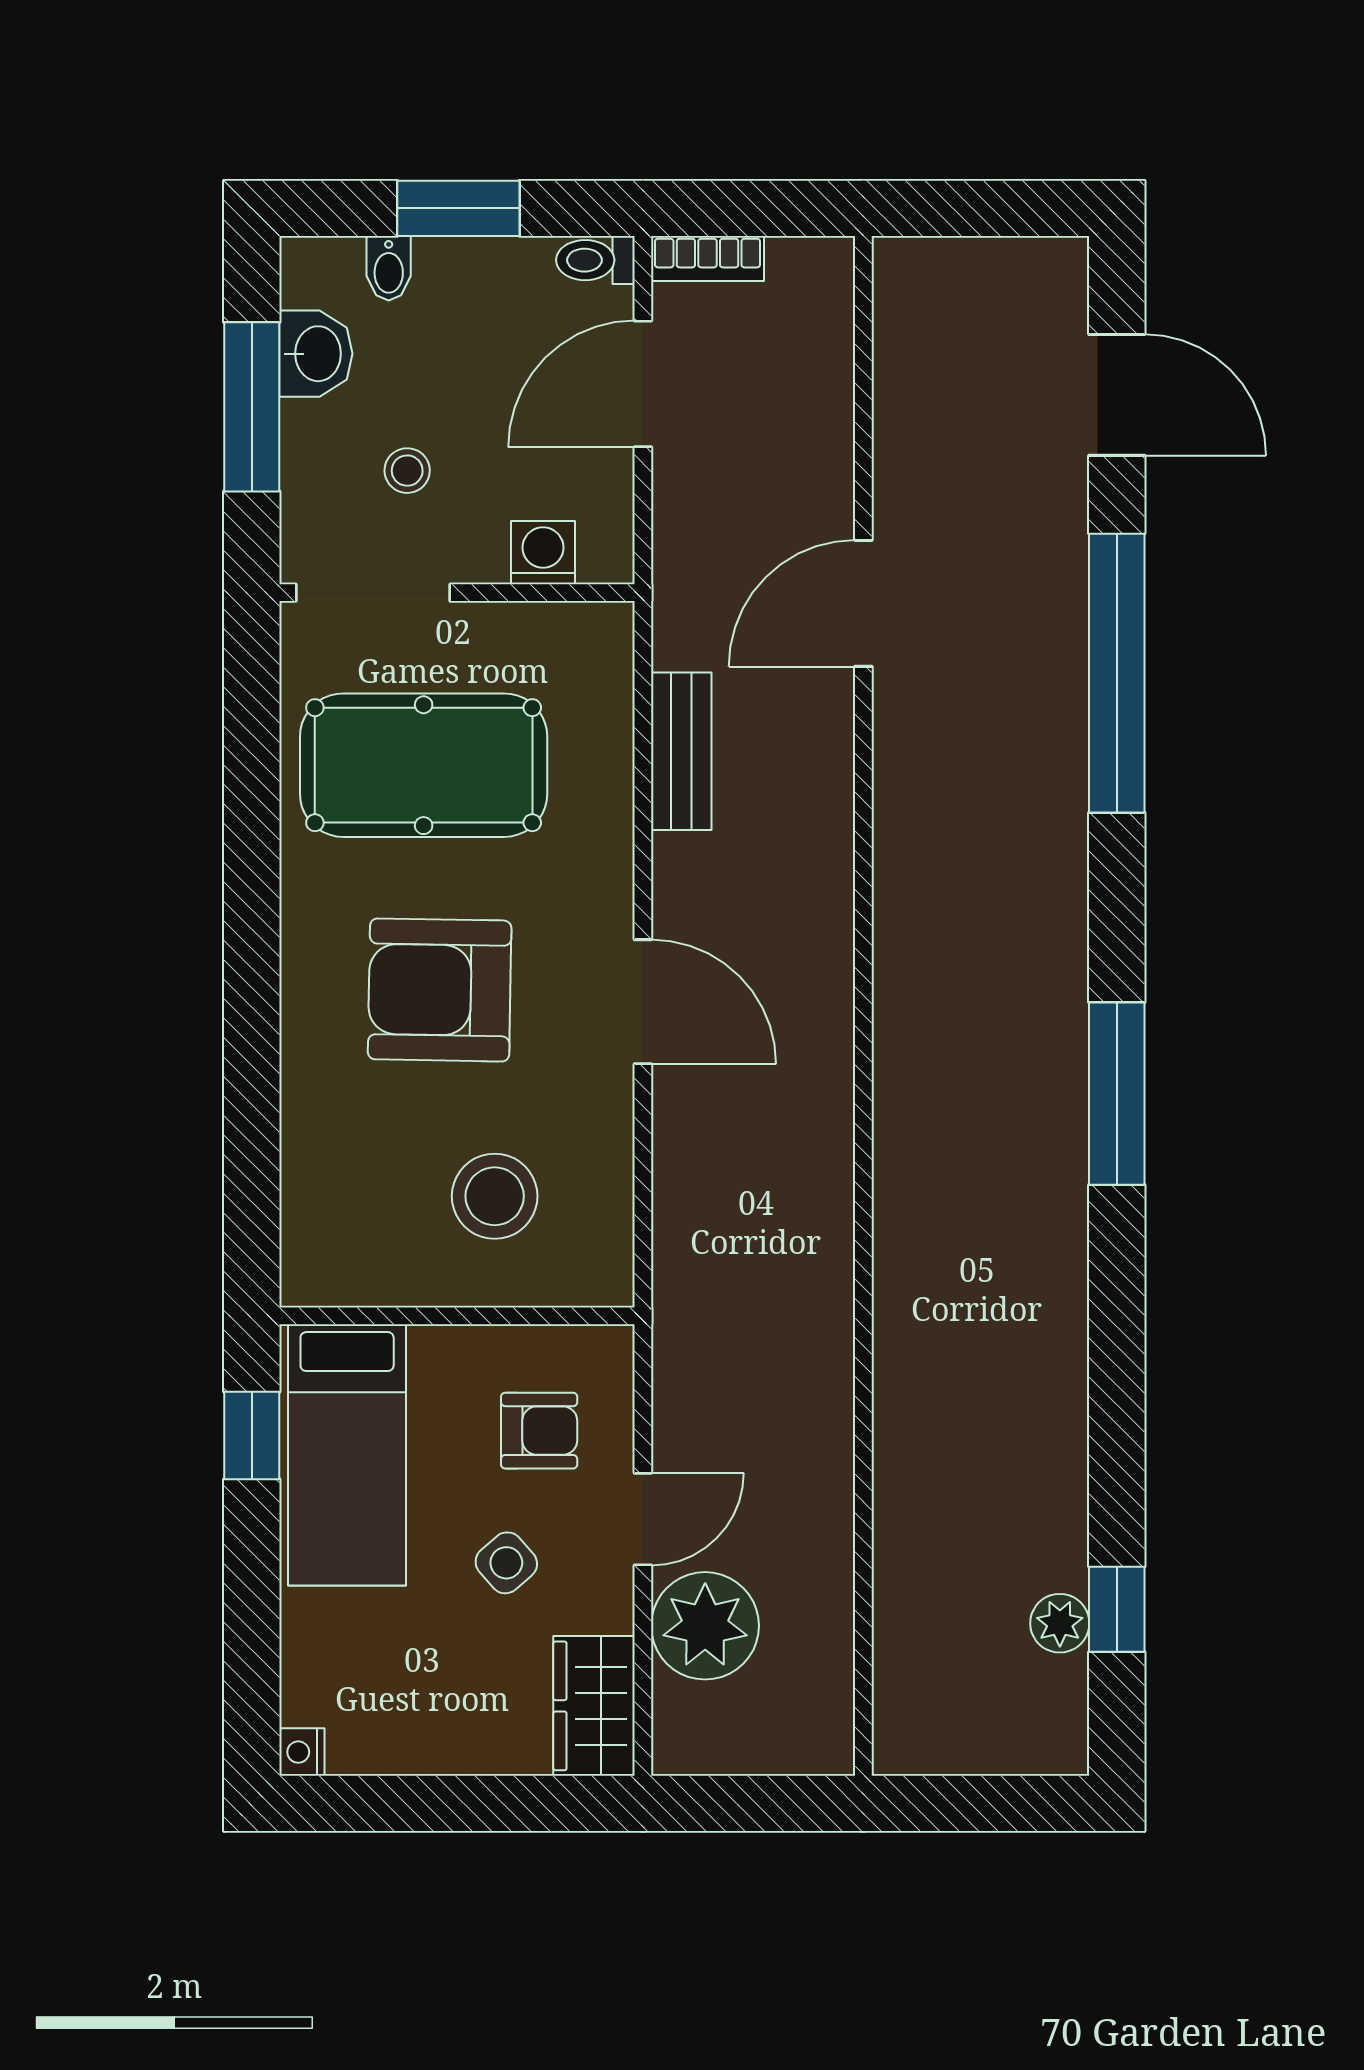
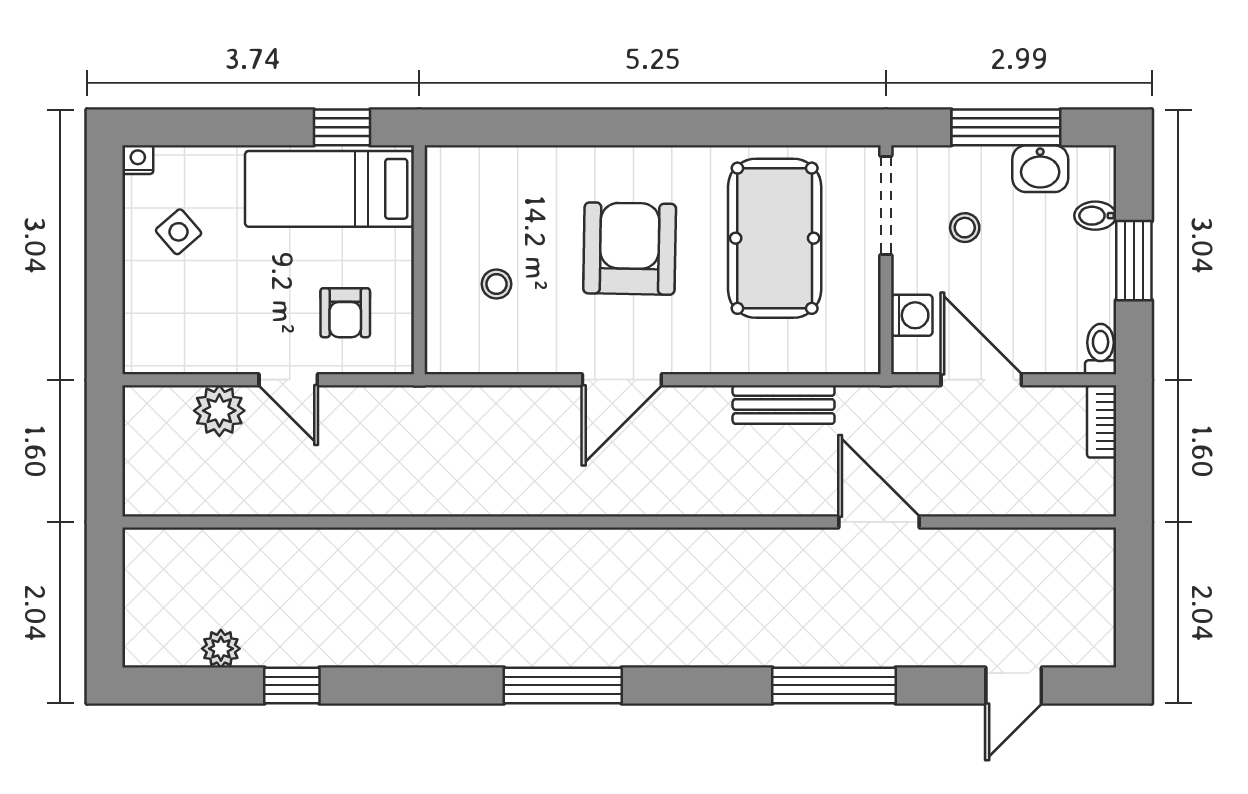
door: (643, 384) -> (981, 380), moved
door: (1117, 395) -> (1014, 685), width x0.73
window: (1117, 673) -> (834, 685), width x0.68
stool: (495, 1196) -> (496, 284), width x0.53, depth x0.53
side table: (506, 1563) -> (179, 232), moved
window: (1117, 1609) -> (292, 685), moved
plant: (705, 1626) -> (219, 411), width x0.73, depth x0.73
wardrobe: (594, 1706) -> (168, 348), removed

